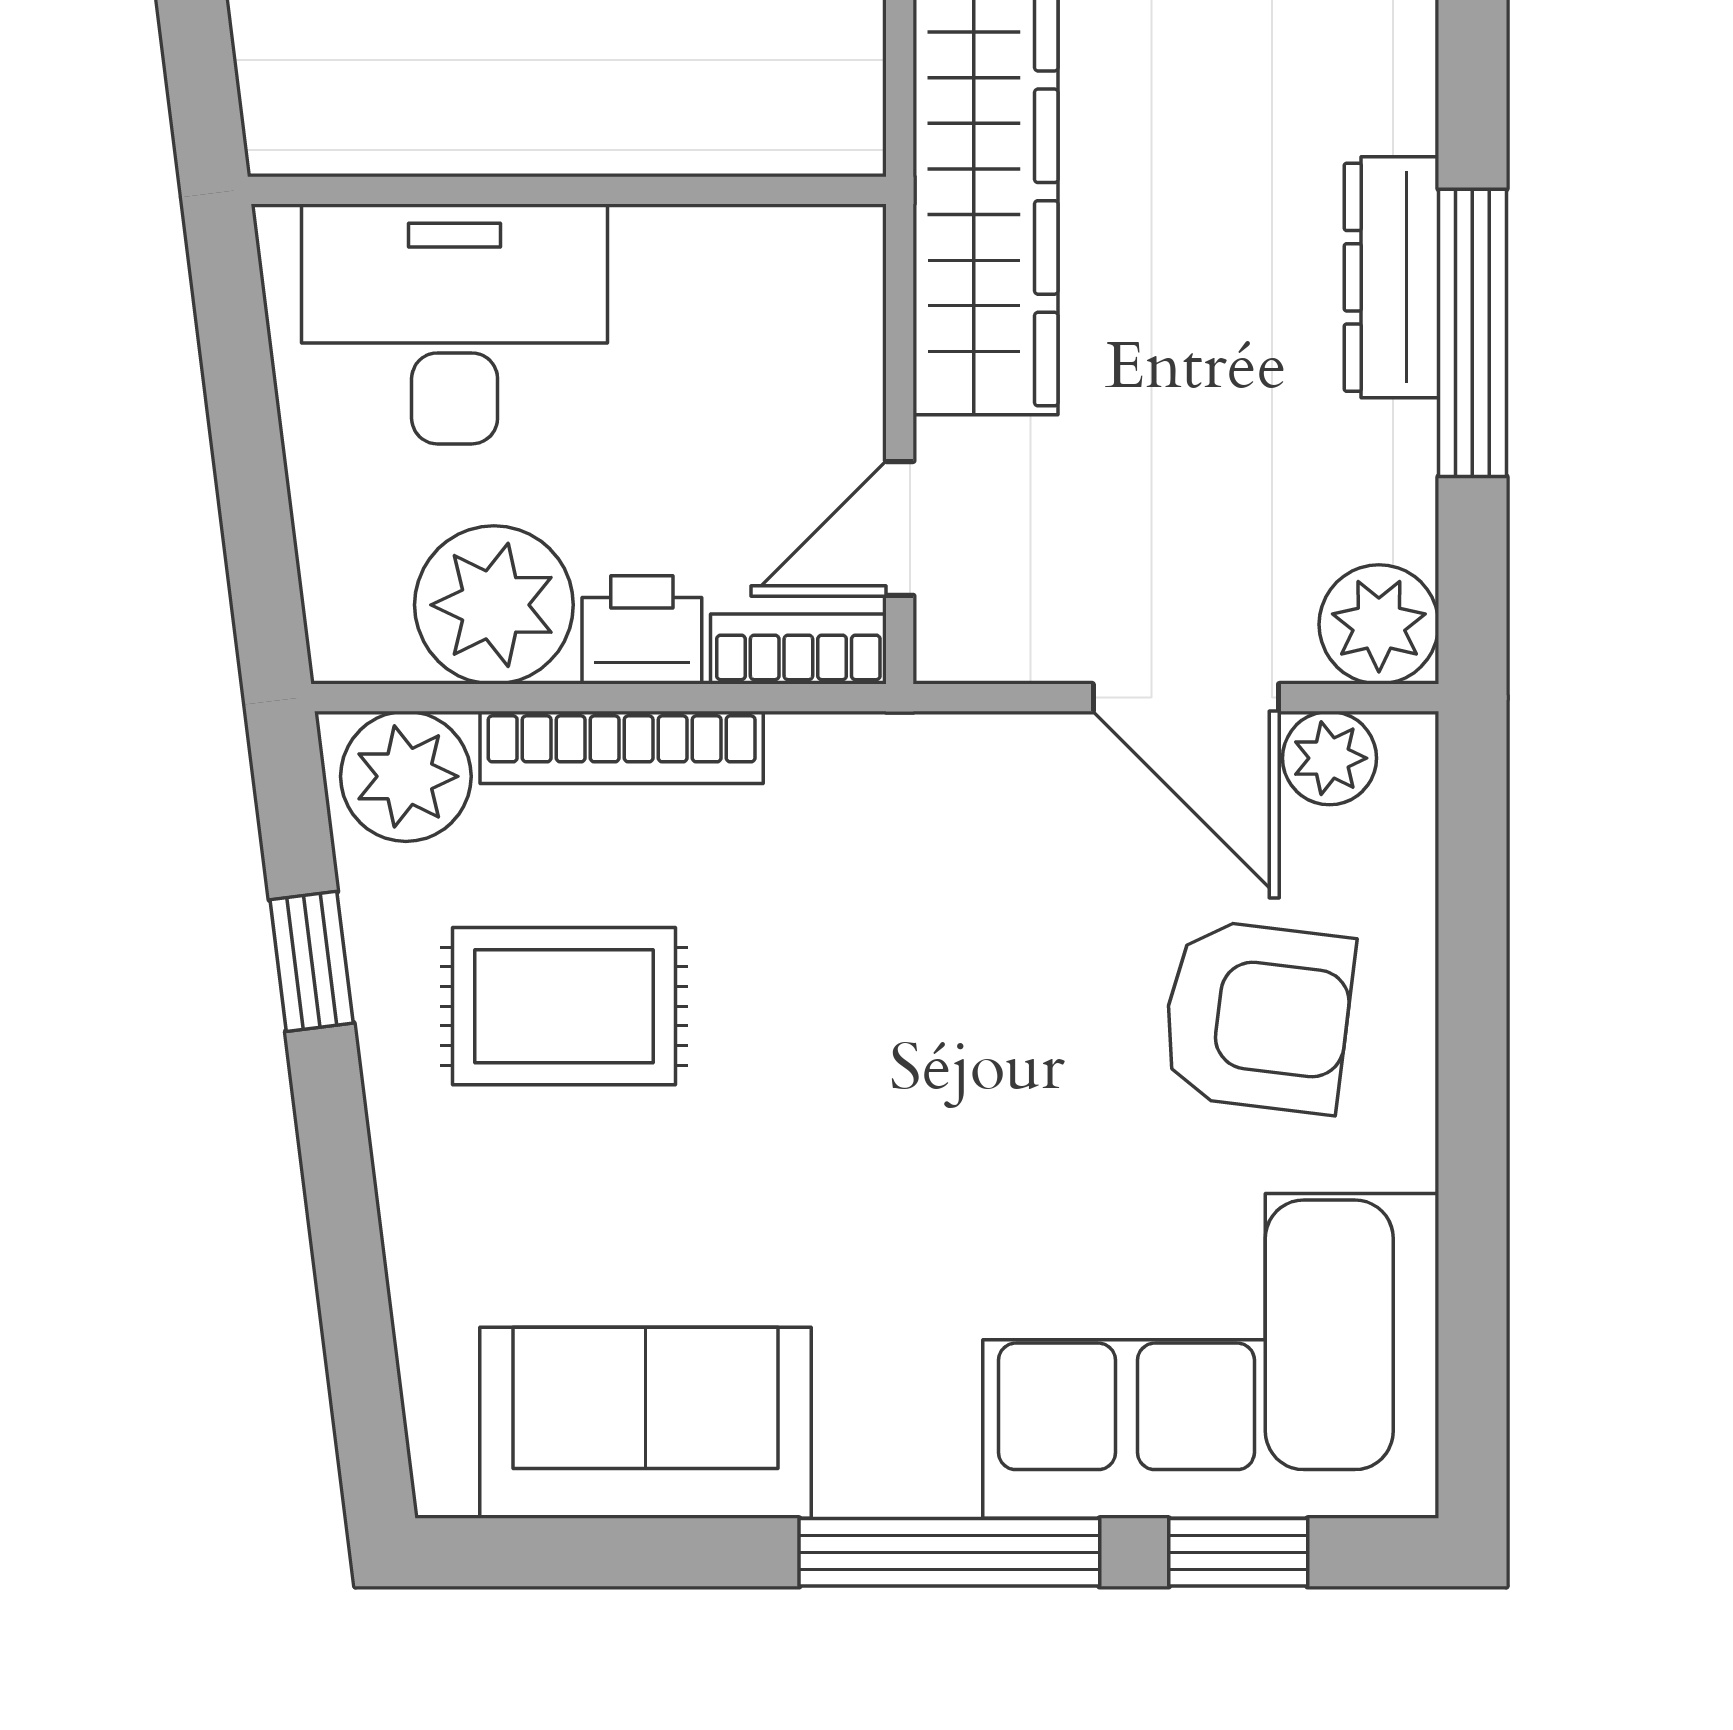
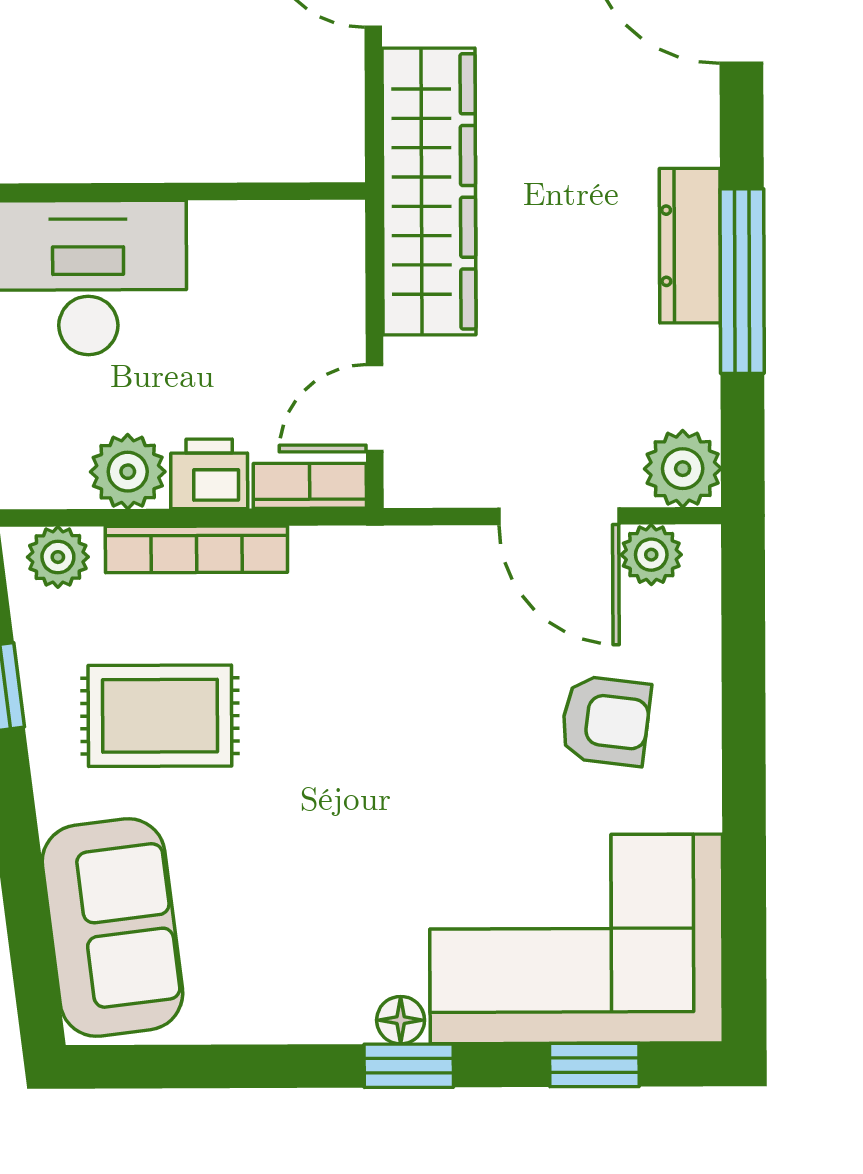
plant: (494, 605) -> (128, 472), width x0.73, depth x0.73
plant: (406, 776) -> (58, 557), width x0.73, depth x0.73
armchair: (1257, 1016) -> (606, 721), width x0.72, depth x0.72
sofa: (646, 1423) -> (112, 928), moved, turned 83
floor lamp: (937, 1481) -> (401, 1020), added
window: (949, 1552) -> (409, 1066), width x0.46

